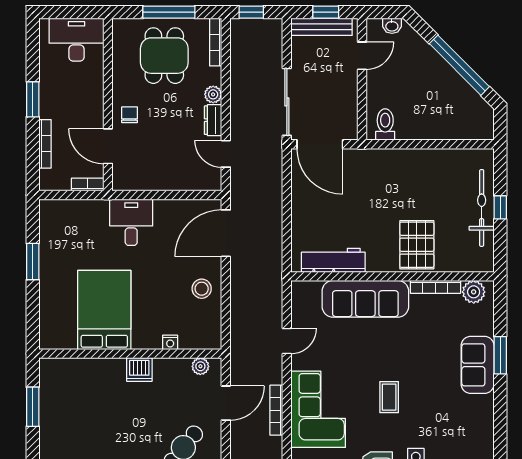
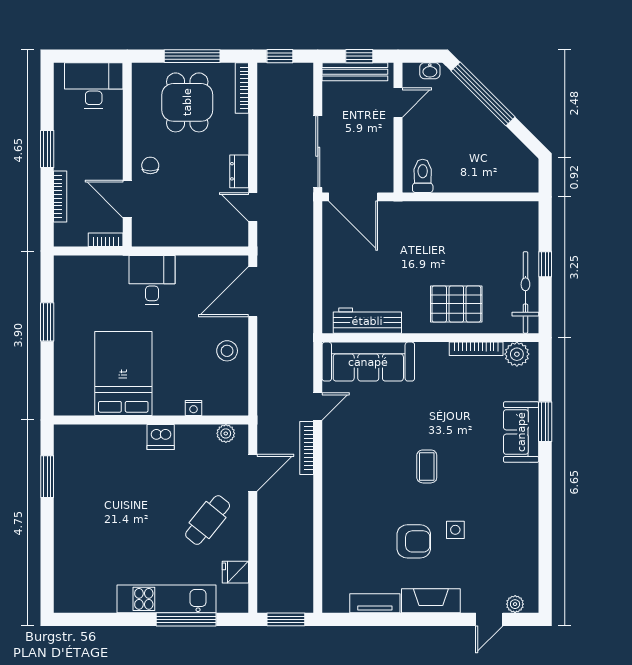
window: (459, 65) -> (483, 94), moved
plant: (213, 94) -> (239, 144), removed
bicycle: (482, 208) -> (525, 292), moved
pallet: (417, 245) -> (456, 304), turned 90
sofa: (365, 299) -> (368, 362), moved
corner sofa: (318, 409) -> (351, 479), removed
bookcase: (276, 410) -> (307, 448), moved

